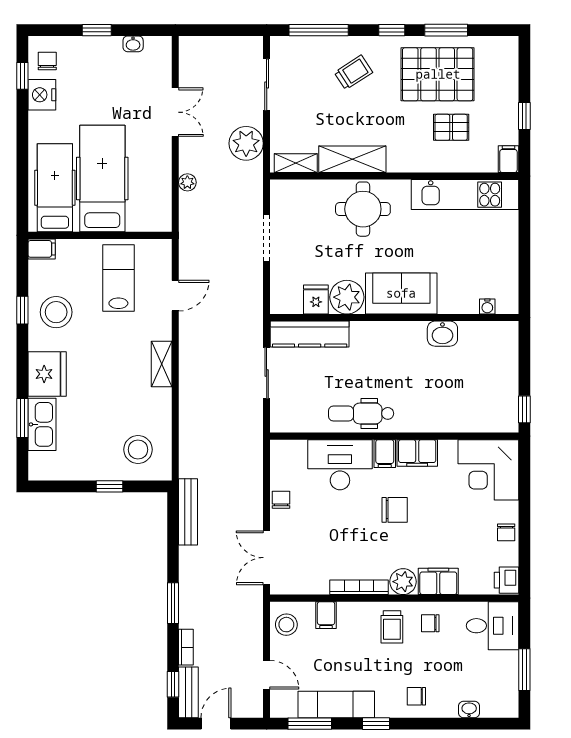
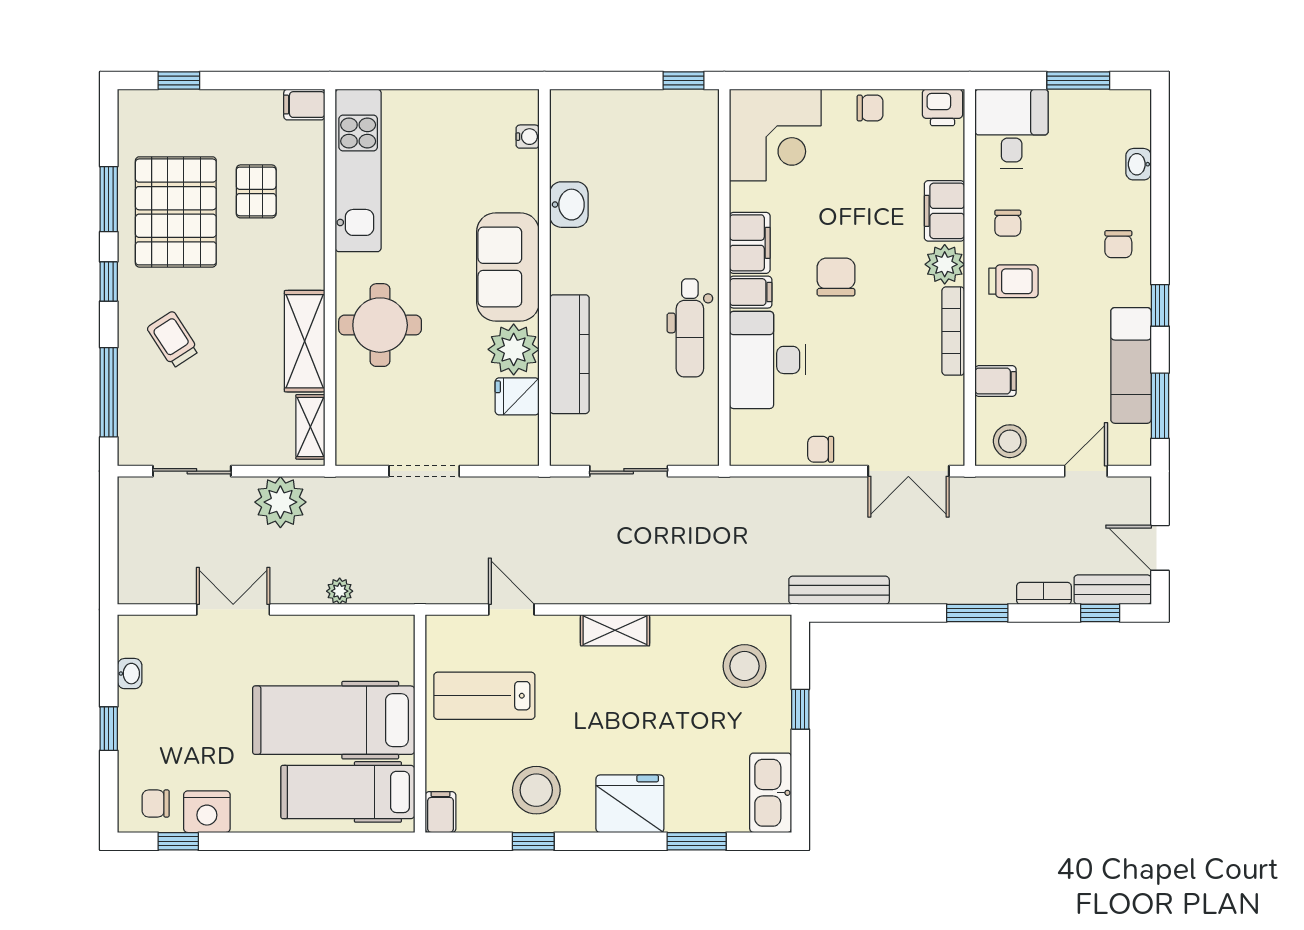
window: (524, 116) -> (179, 80), moved
kitchen counter: (310, 334) -> (569, 354), moved
kitchen sink: (42, 424) -> (771, 793), moved, turned -90

